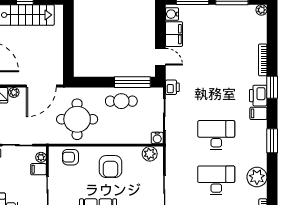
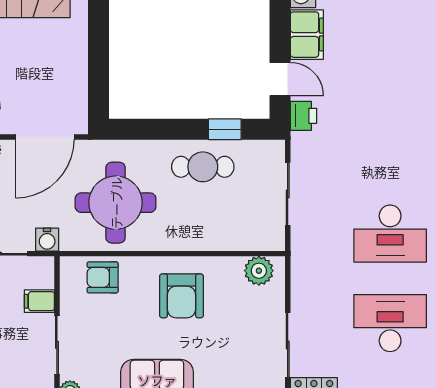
window: (132, 82) -> (225, 129), width x0.46
printer: (172, 87) -> (303, 116), moved
desk: (216, 135) -> (390, 234), turned 180
water cooler: (157, 138) -> (47, 240), moved
plant: (41, 157) -> (44, 278), removed

